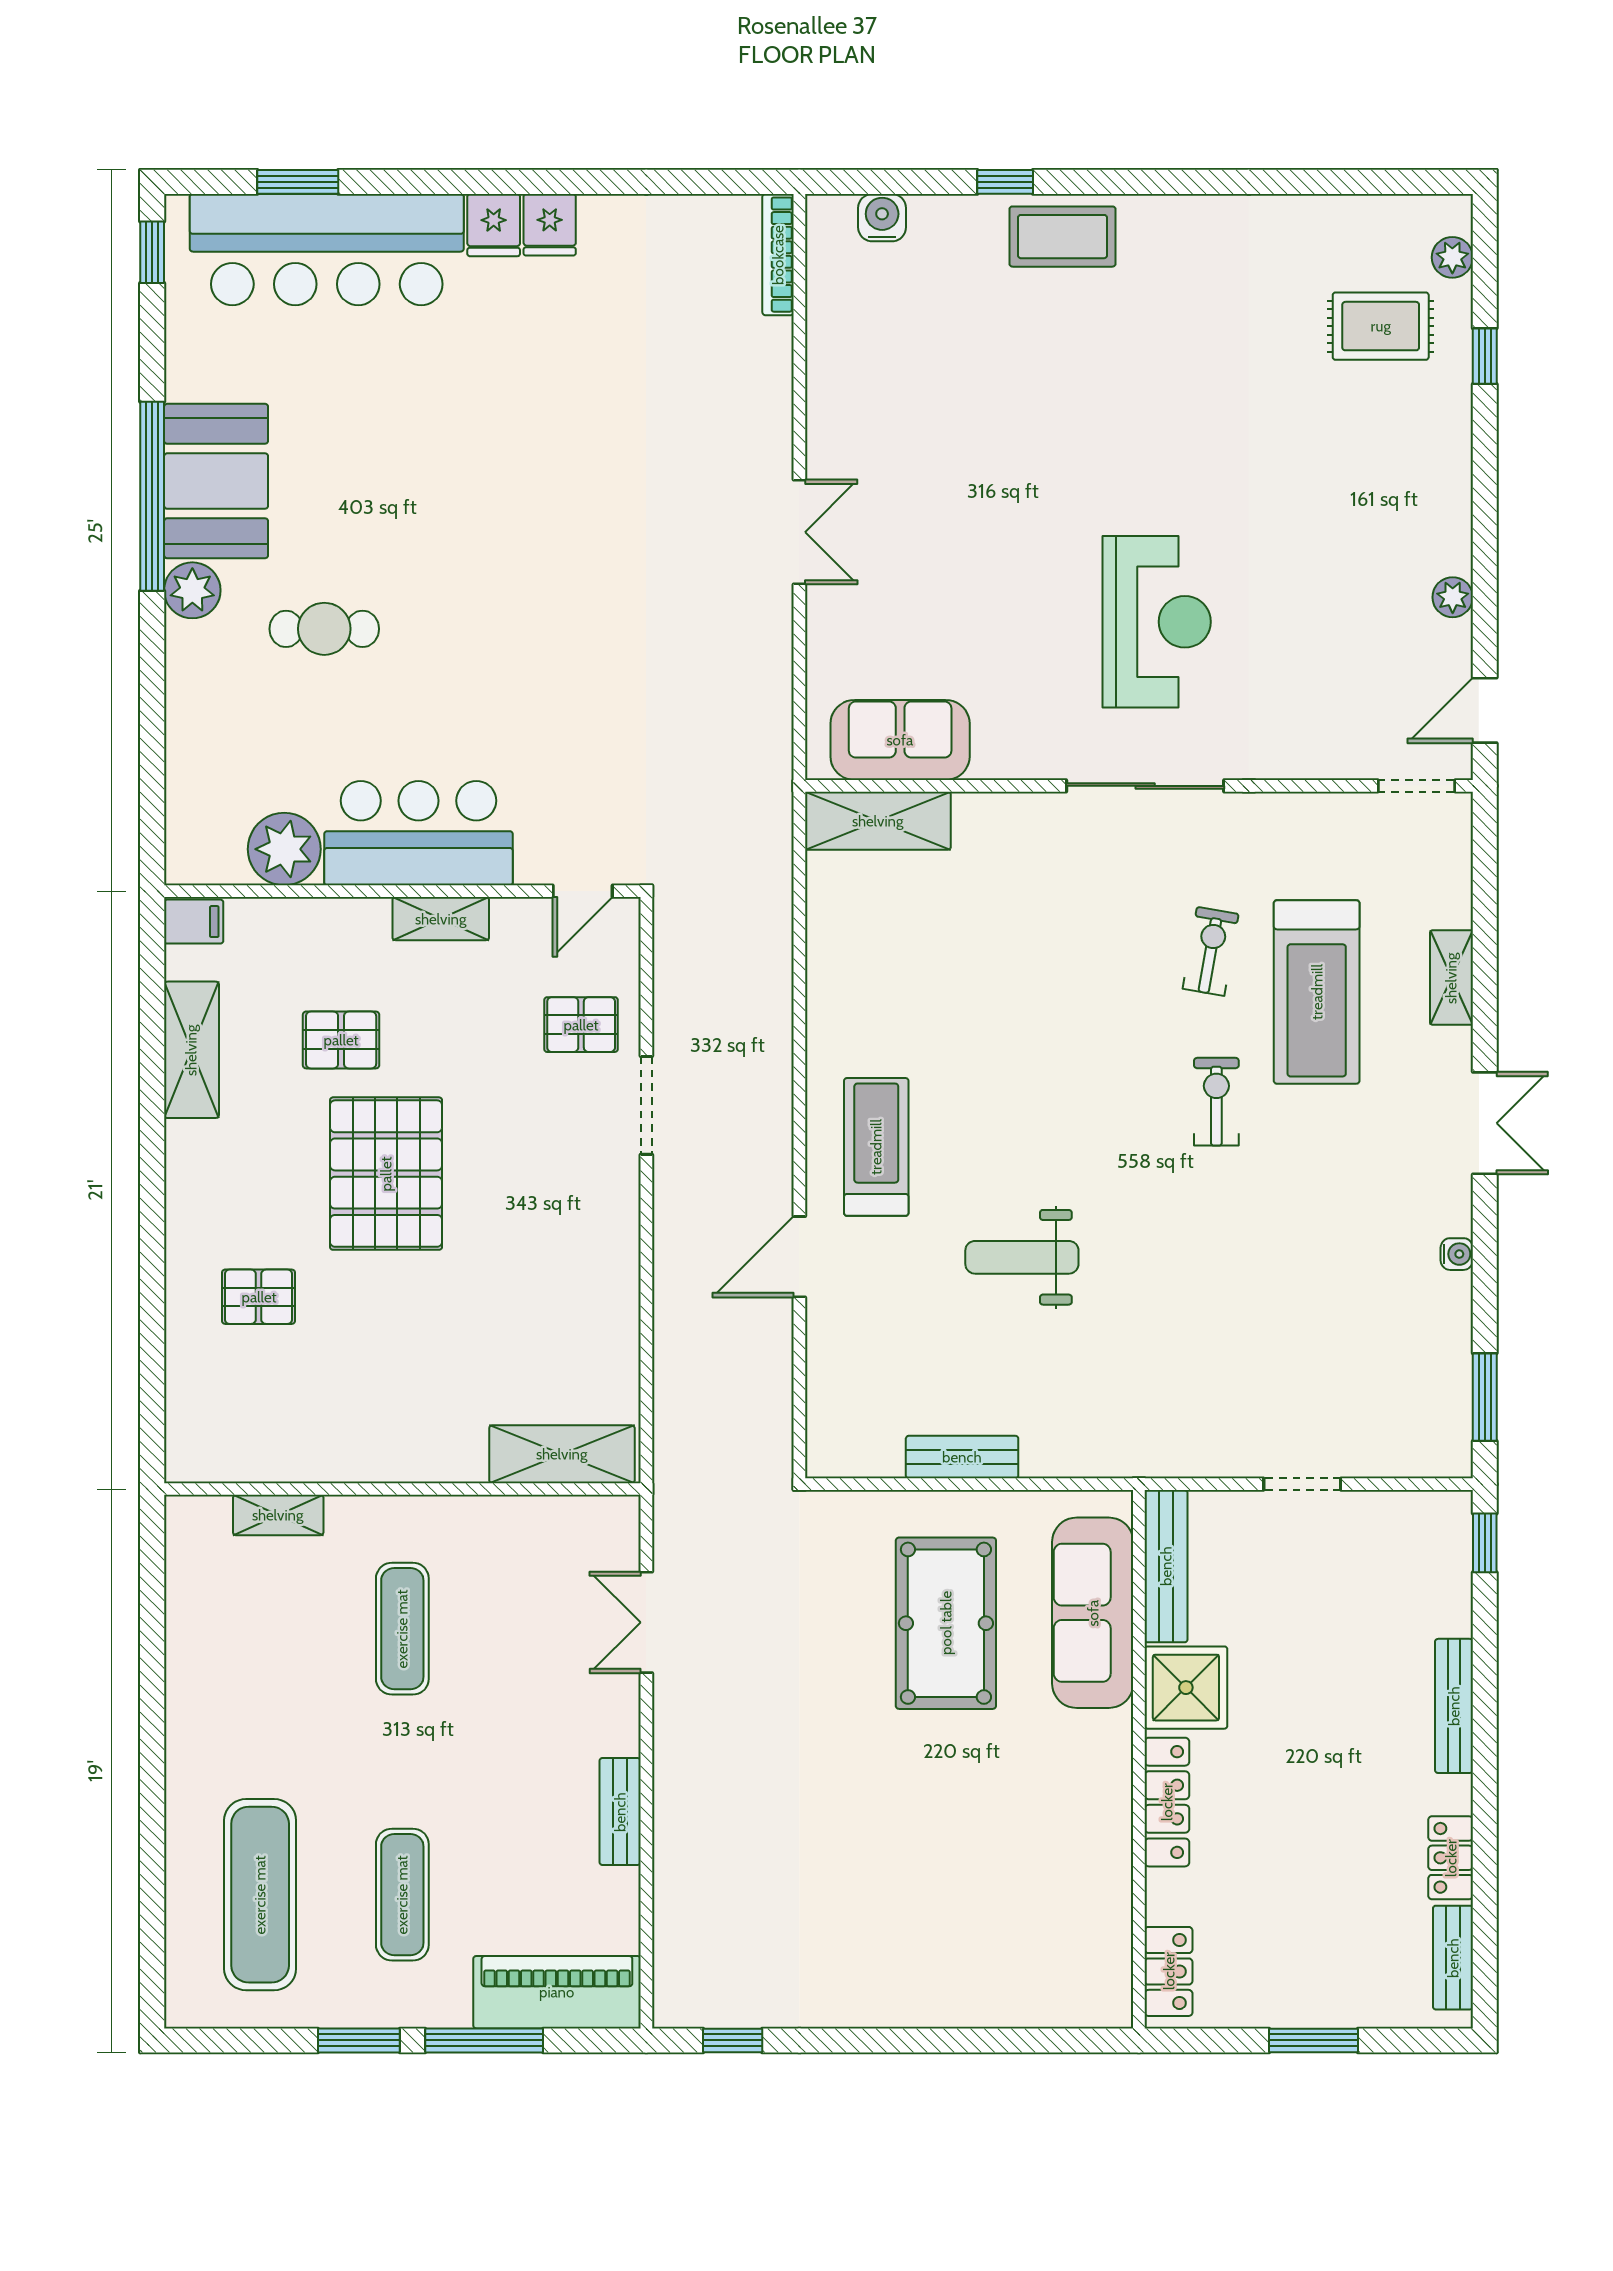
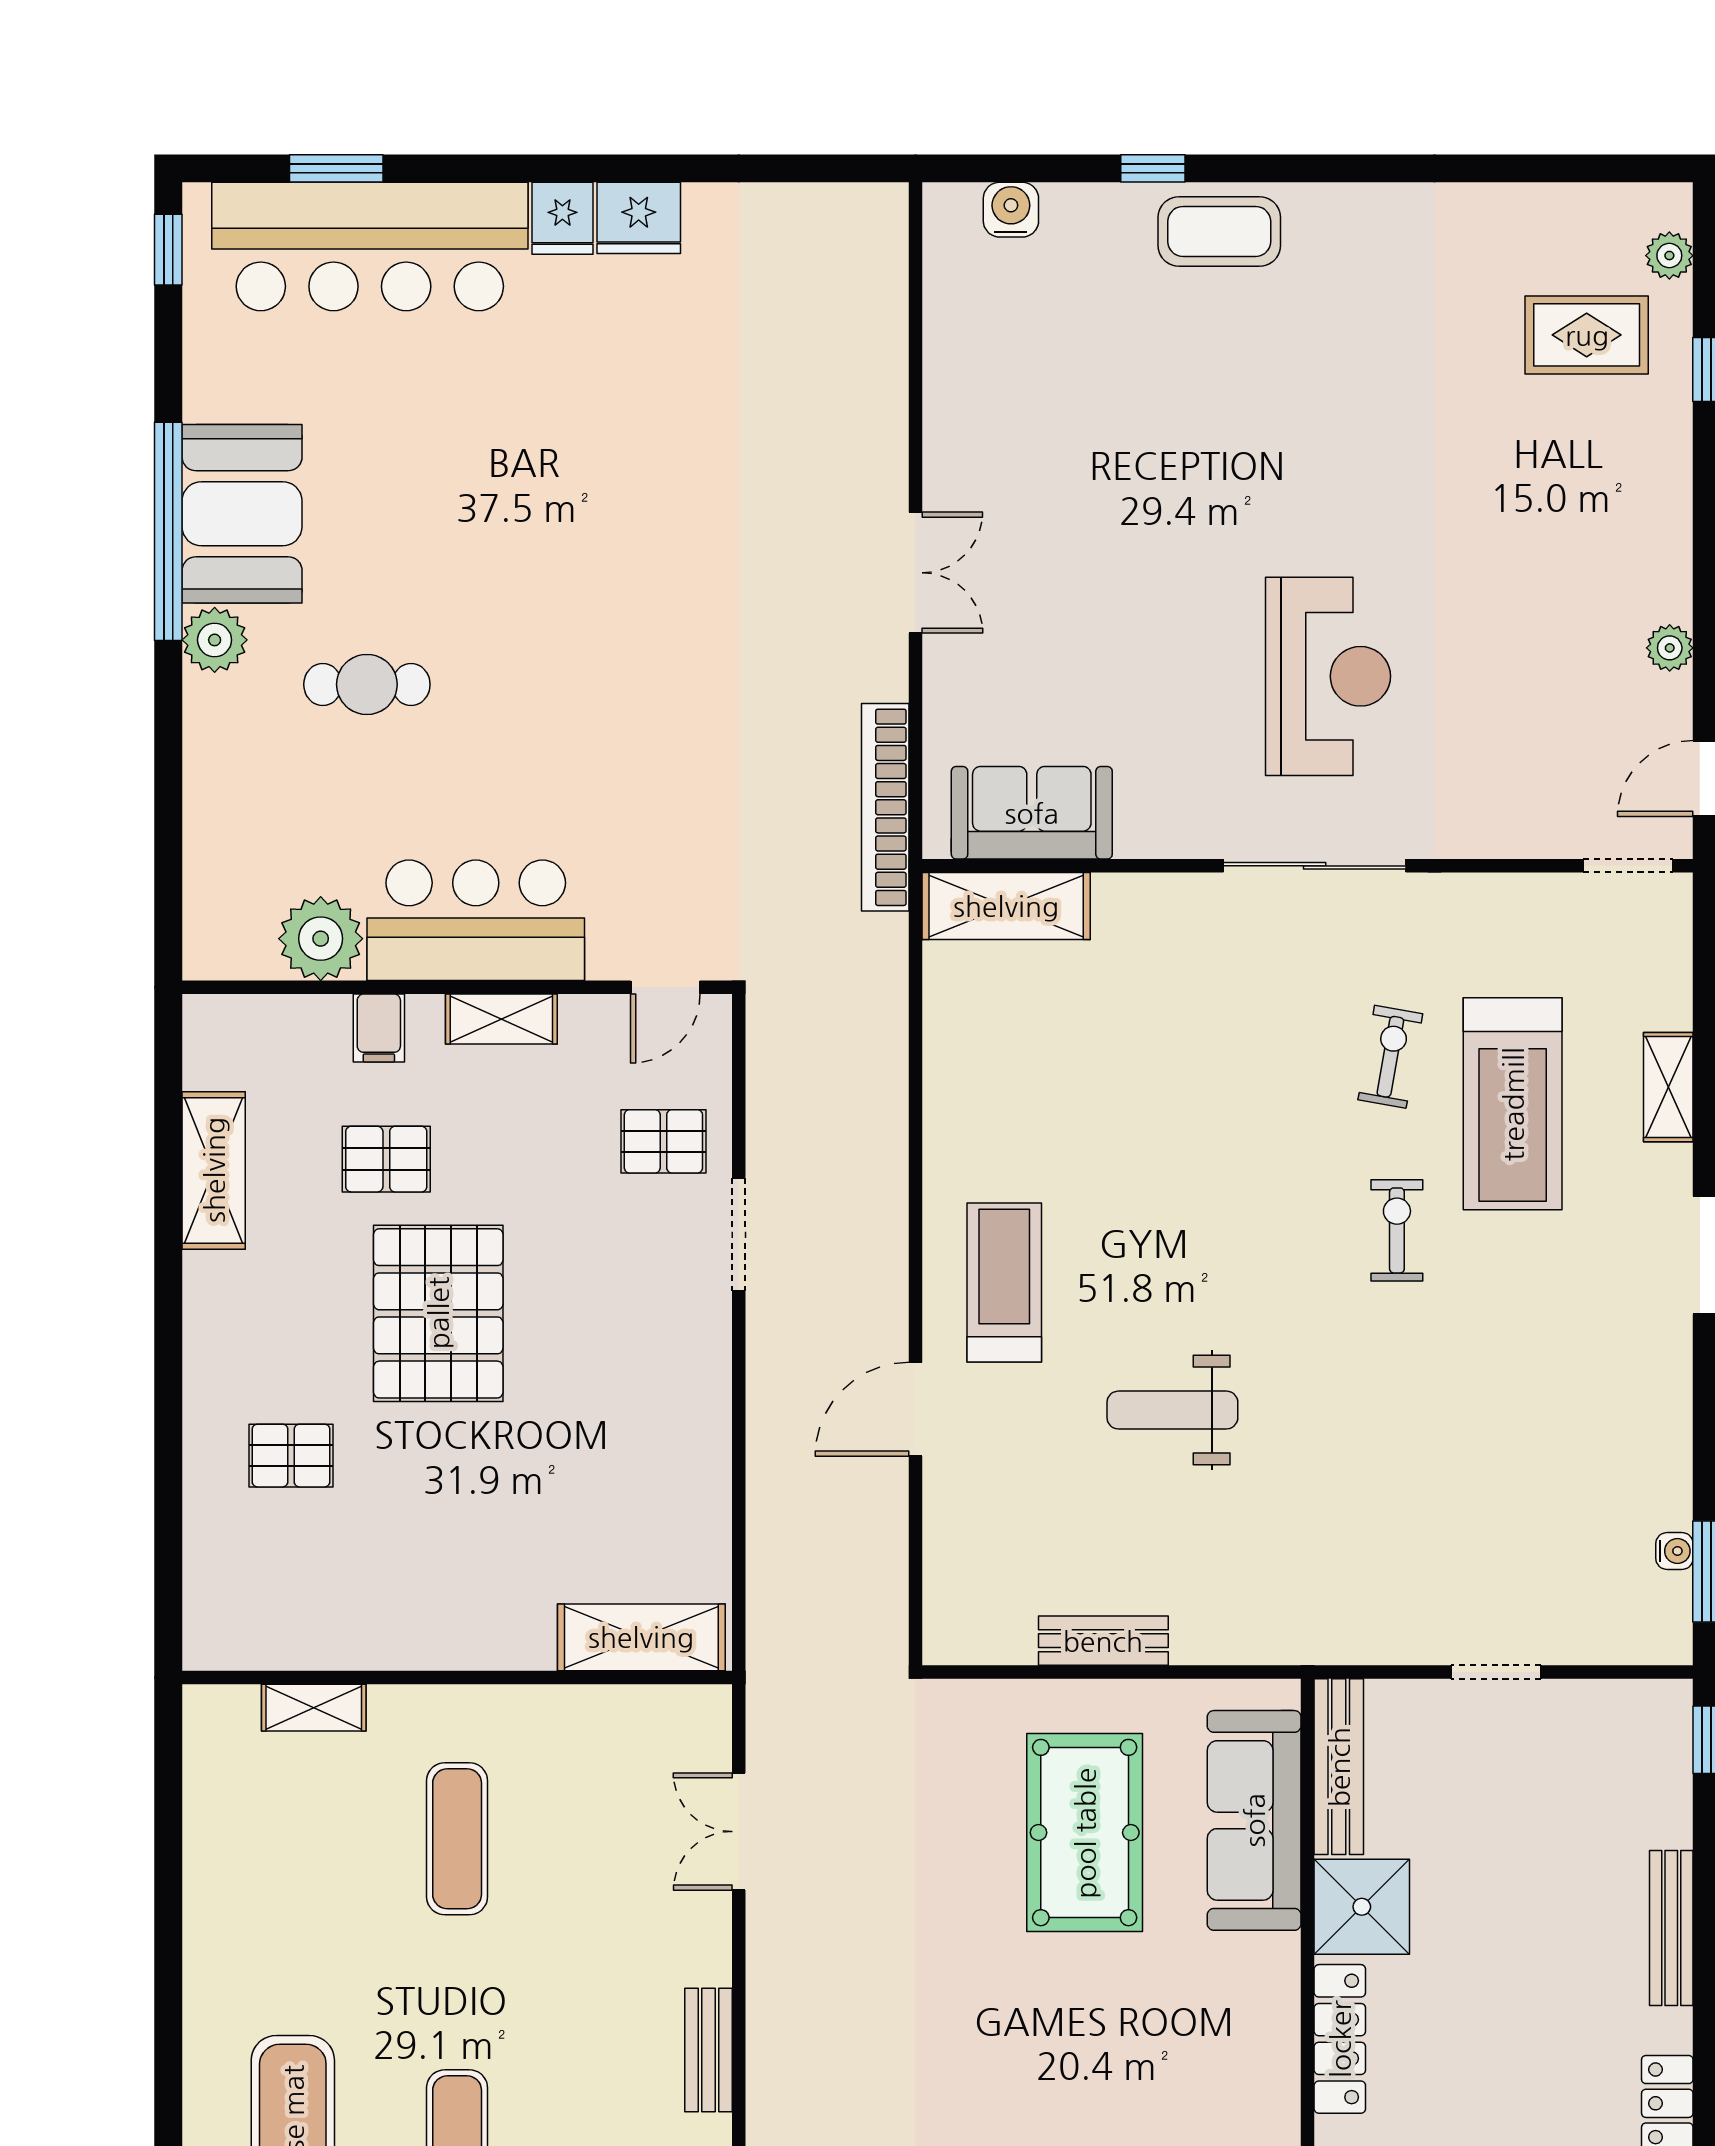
fridge: (550, 225) -> (639, 218), width x1.38
bookcase: (778, 255) -> (885, 807), moved, width x1.48, depth x1.31
filing cabinet: (194, 922) -> (379, 1028), moved, turned 90
water cooler: (1457, 1254) -> (1674, 1551), moved

